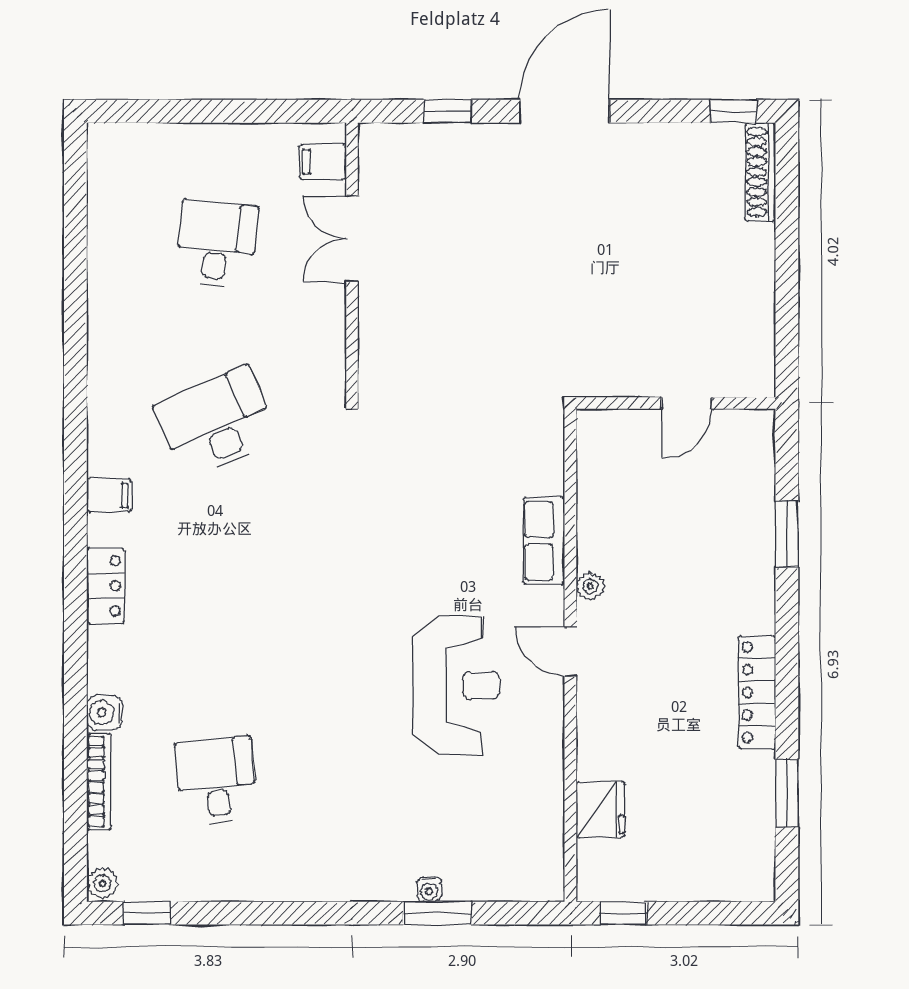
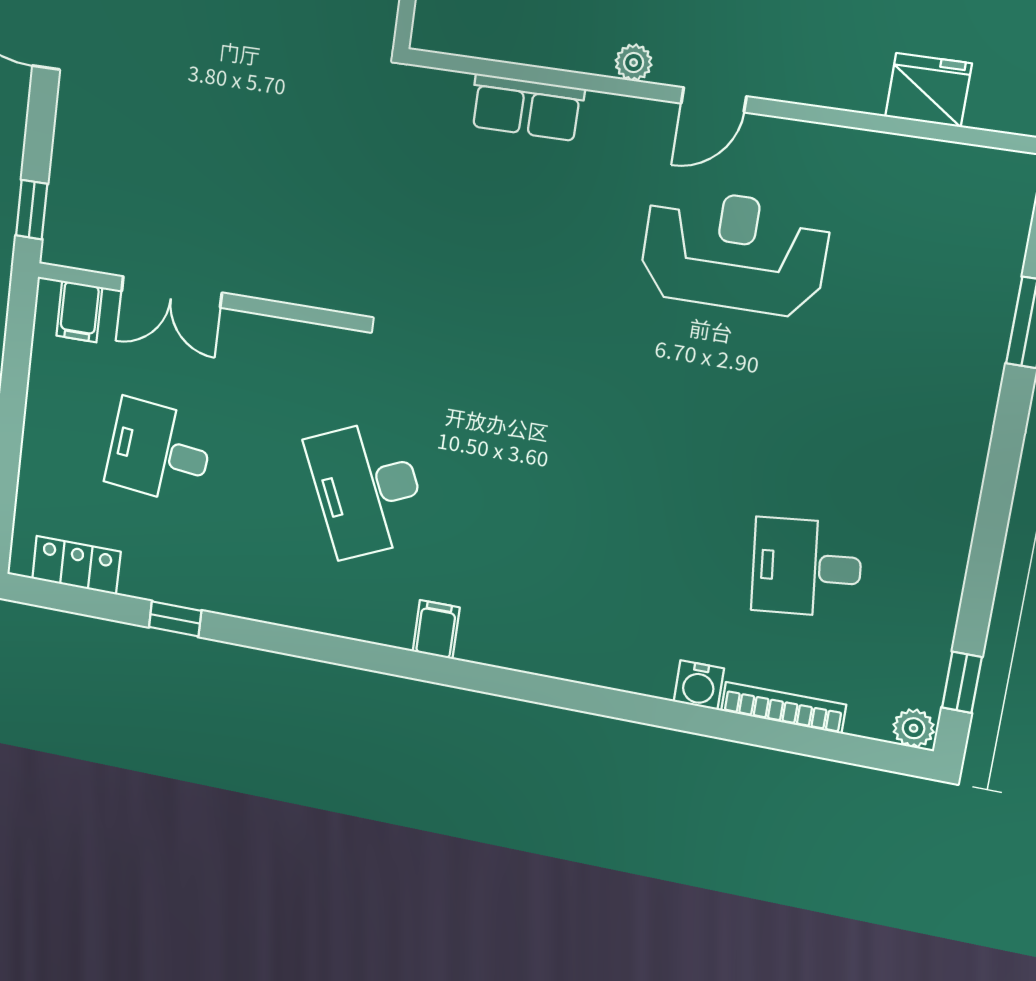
window: (448, 111) -> (32, 210), moved
window: (75, 274) -> (175, 619), added
row of seats: (544, 541) -> (527, 107), moved
locker: (106, 586) -> (76, 565), moved
water cooler: (429, 890) -> (996, 328), removed

